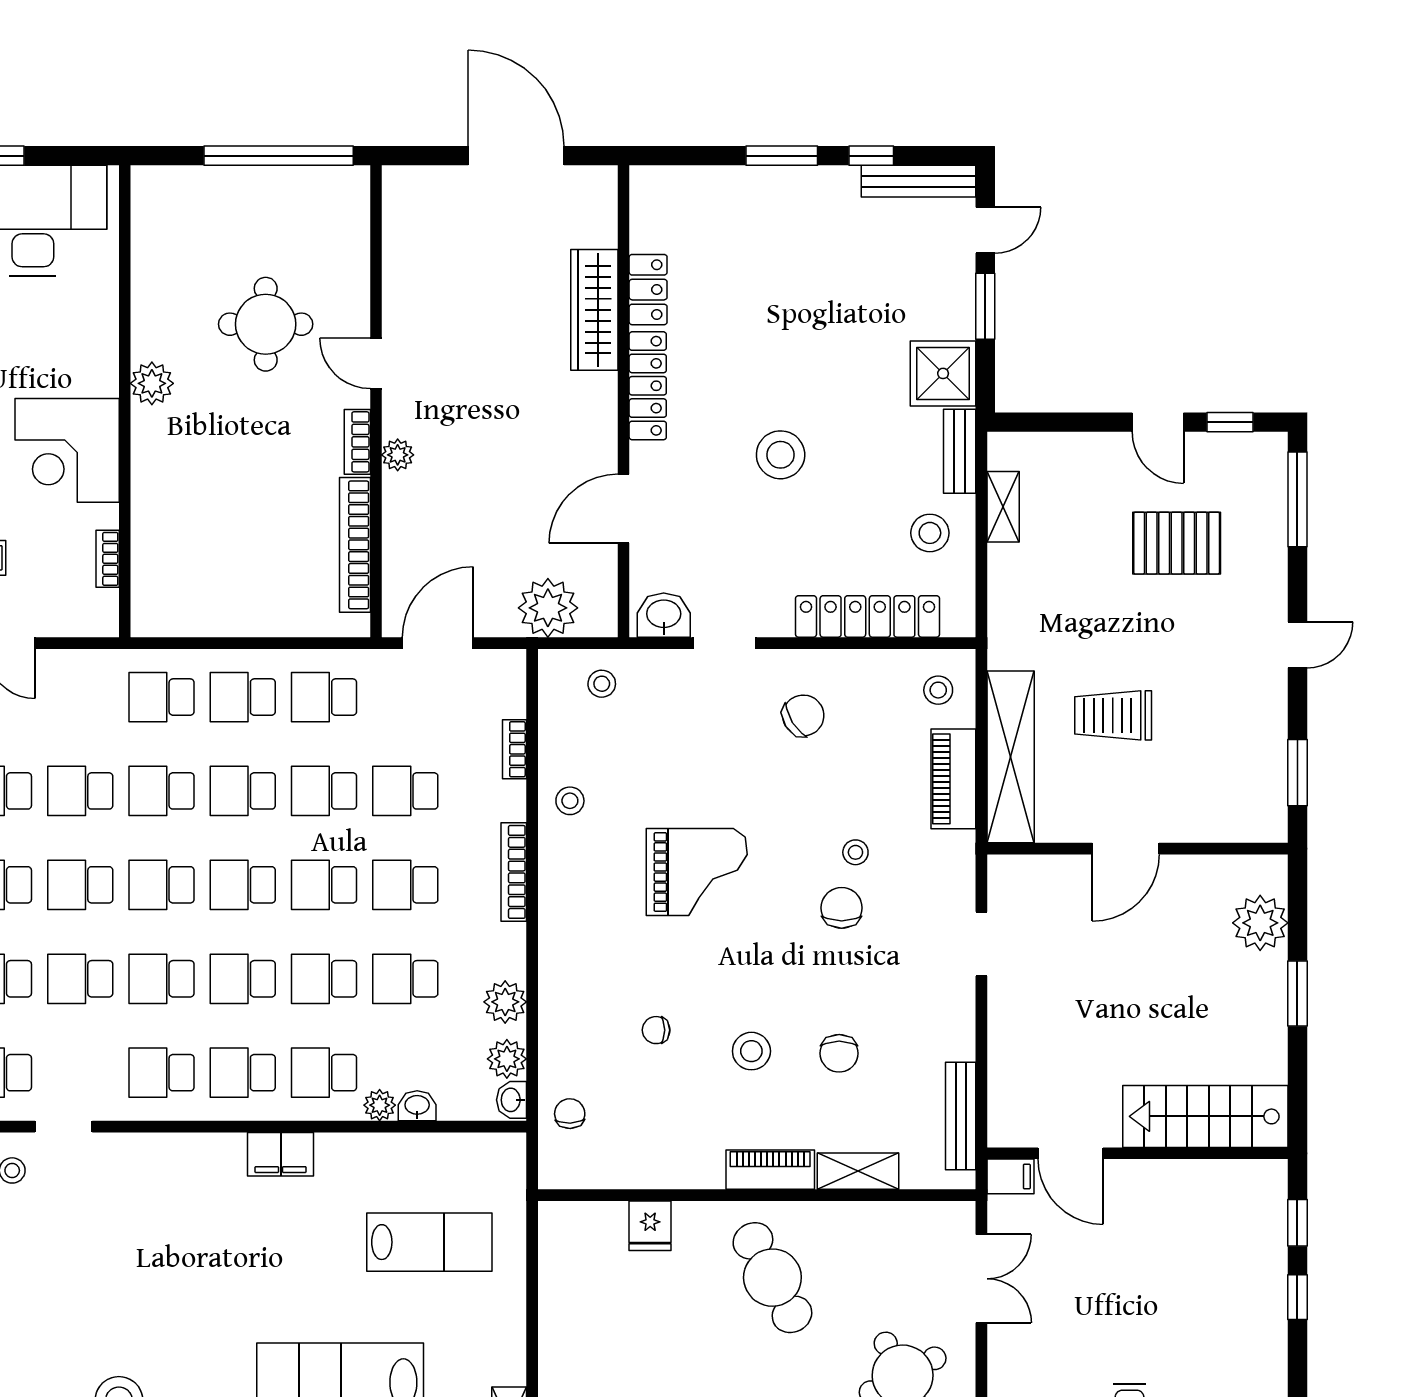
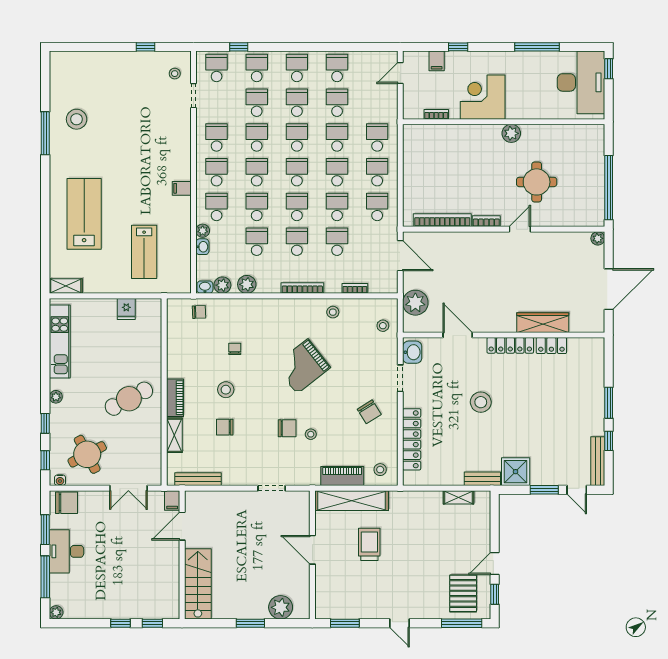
plant: (398, 455) -> (598, 238), moved
stool: (930, 533) -> (447, 466), removed
pallet: (1177, 543) -> (463, 593), moved
grand piano: (697, 872) -> (302, 366), turned 52
filing cabinet: (281, 1154) -> (182, 188), width x0.50
fridge: (650, 1226) -> (126, 309), moved, turned -90

